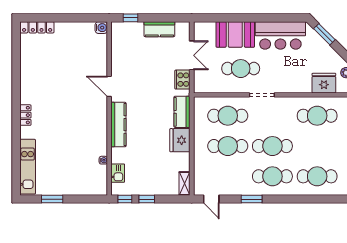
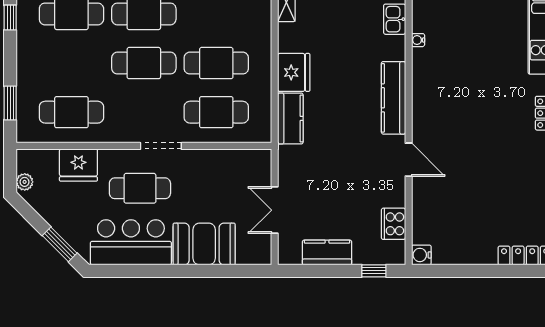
cafe table: (241, 69) -> (140, 188), moved
cooker: (182, 80) -> (393, 224), moved, turned 180
fridge: (324, 83) -> (78, 165), moved

